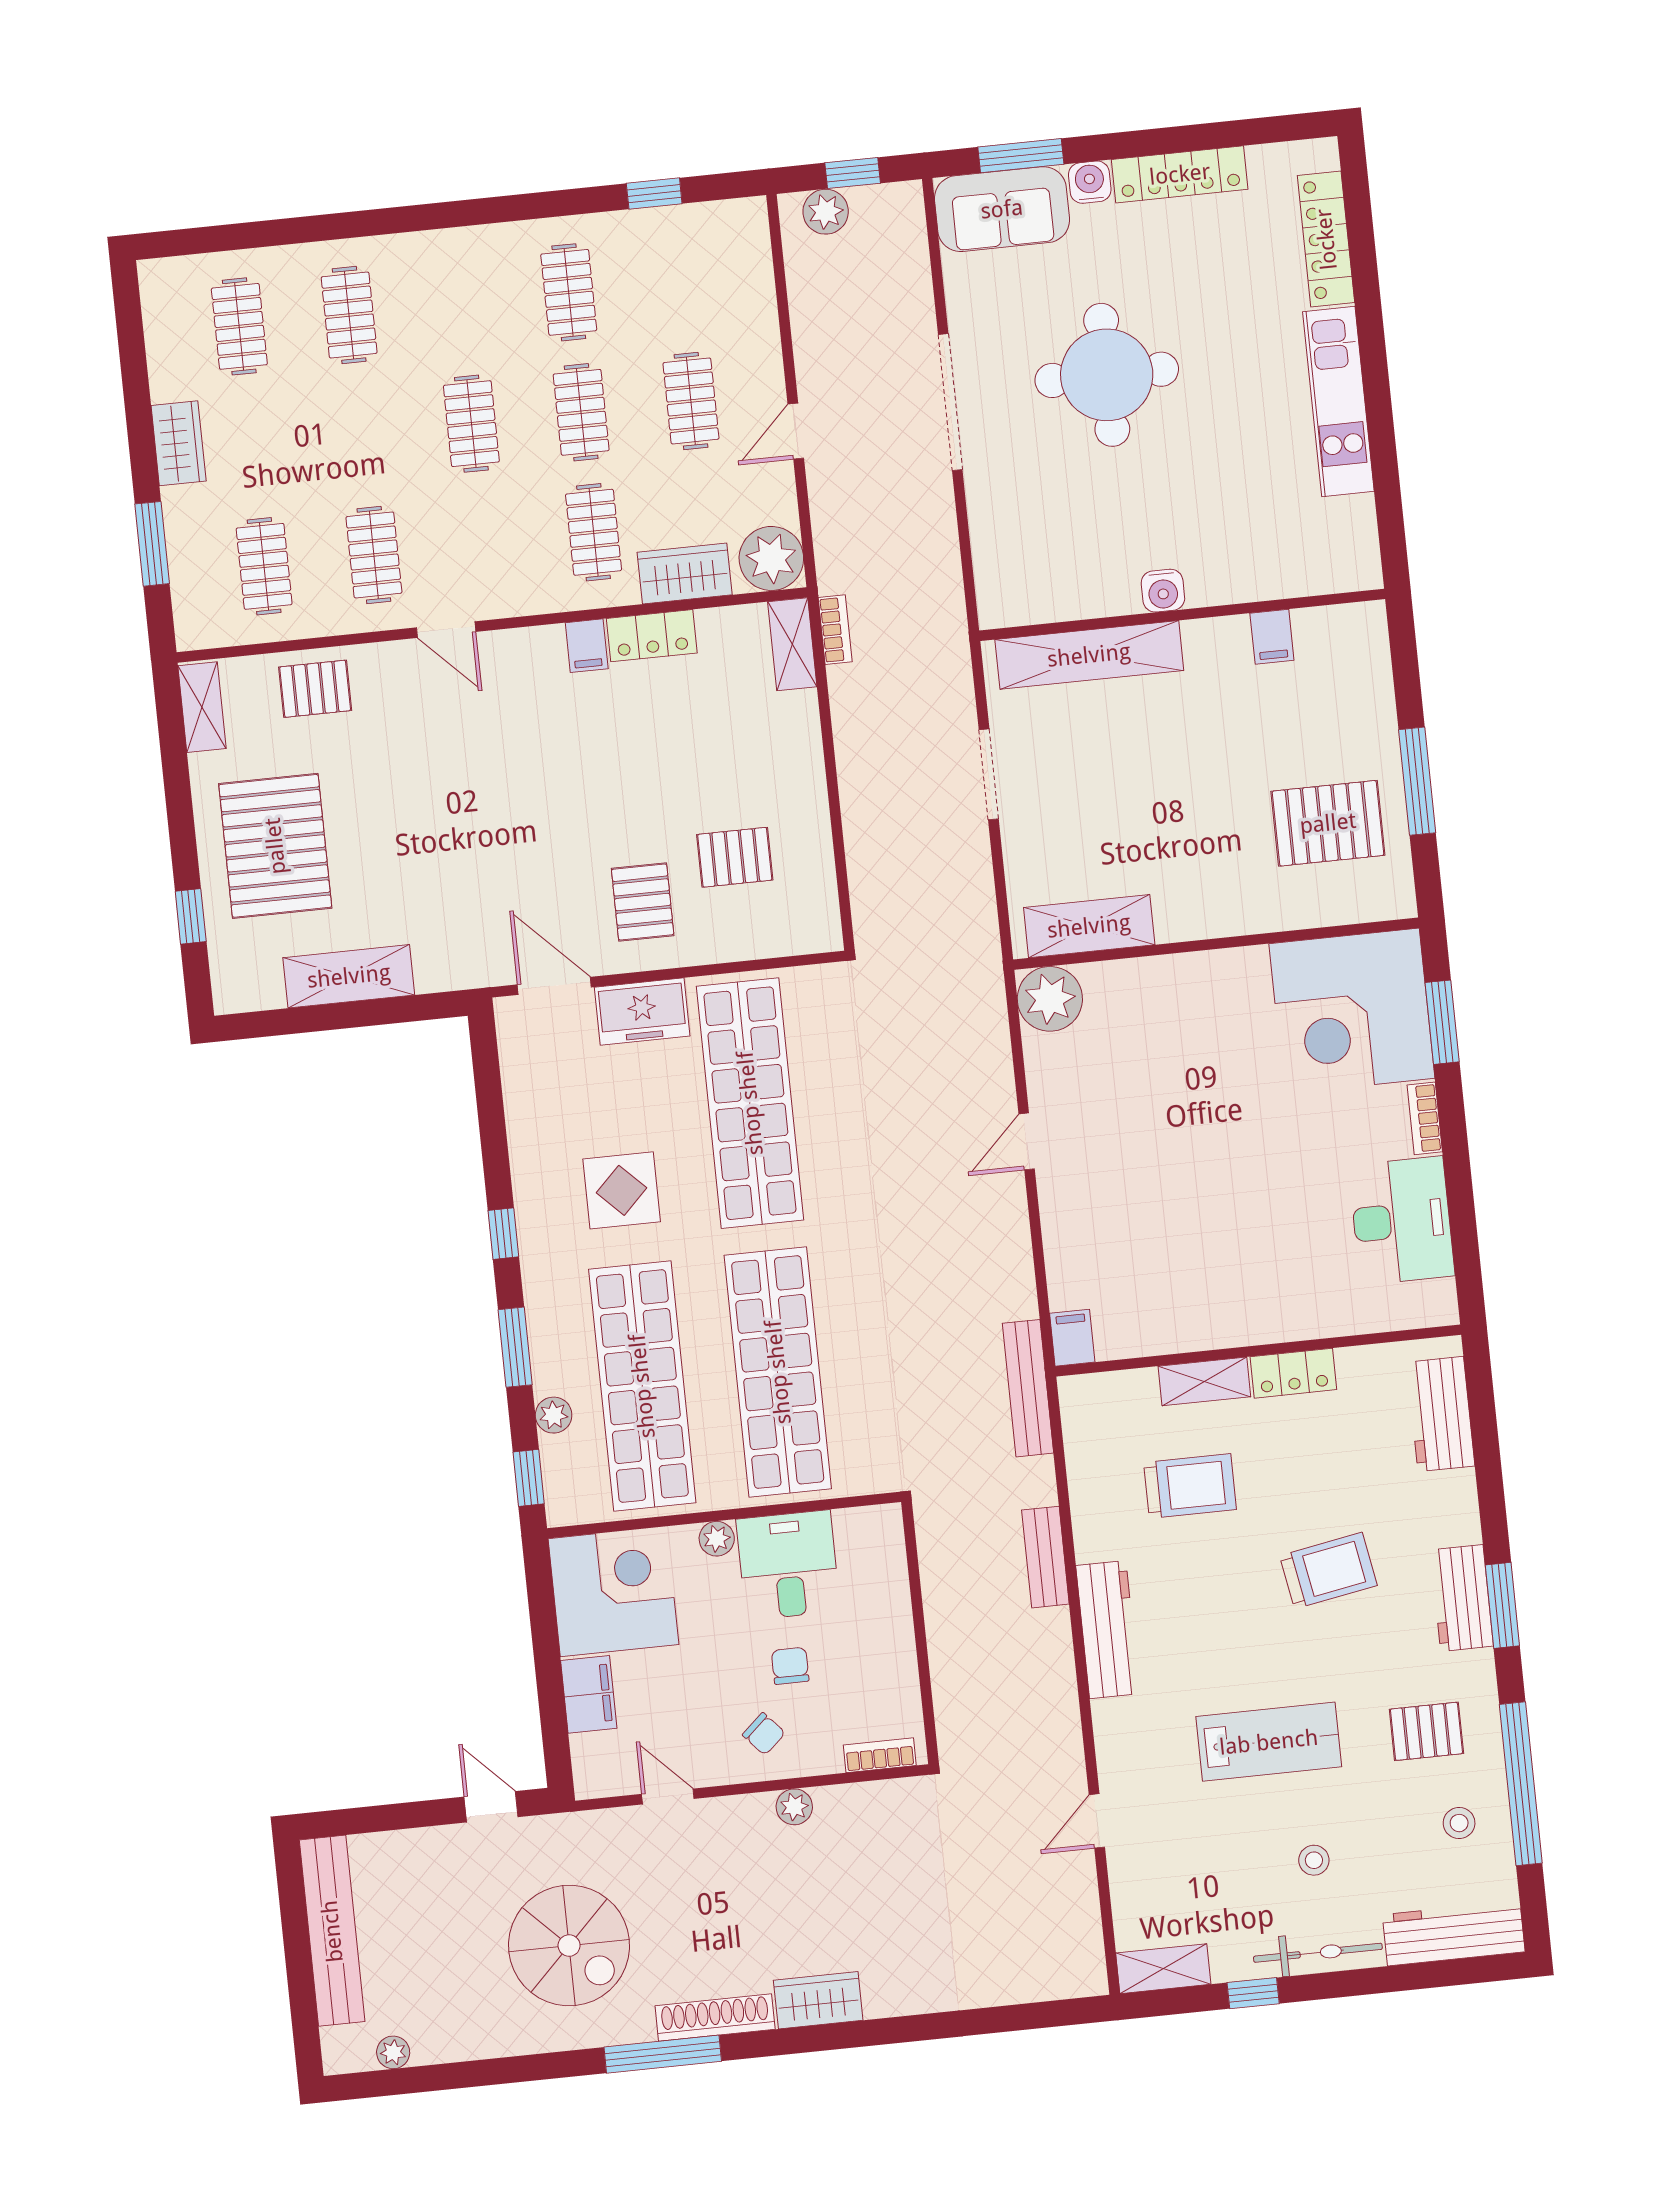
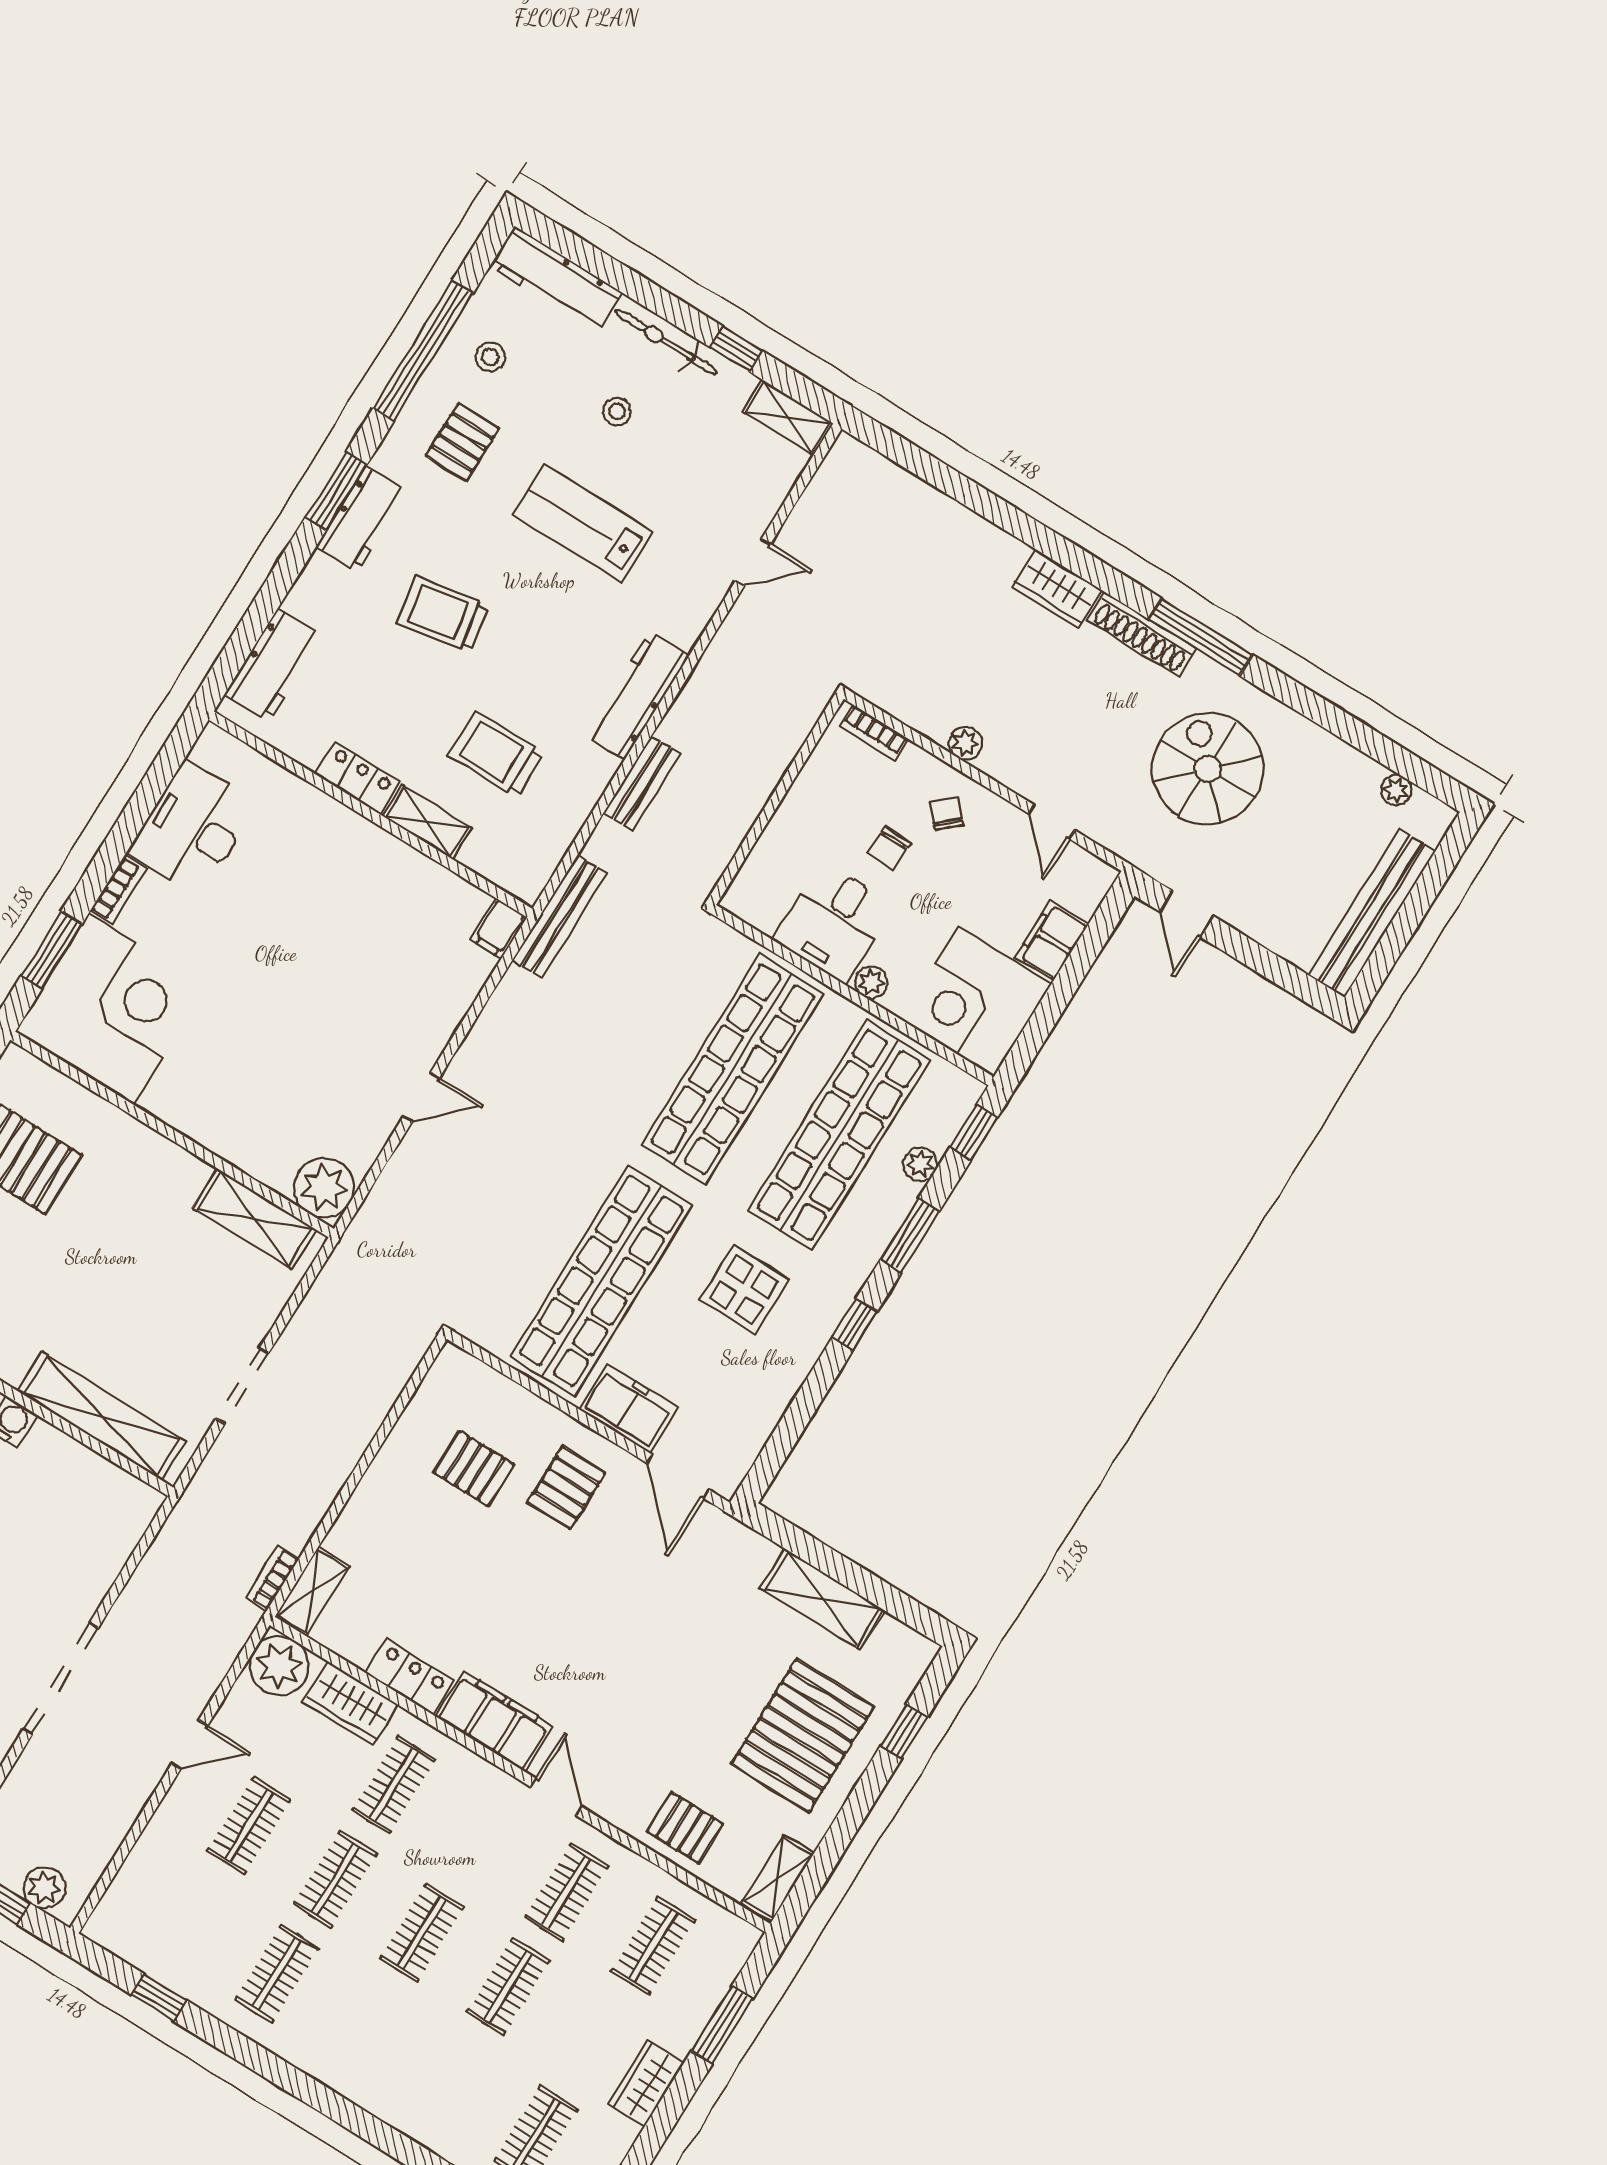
clothes rail: (349, 315) -> (508, 1986), moved
filing cabinet: (587, 646) -> (494, 1721), width x3.00, depth x1.17
pallet: (1426, 1731) -> (462, 442), turned 90

